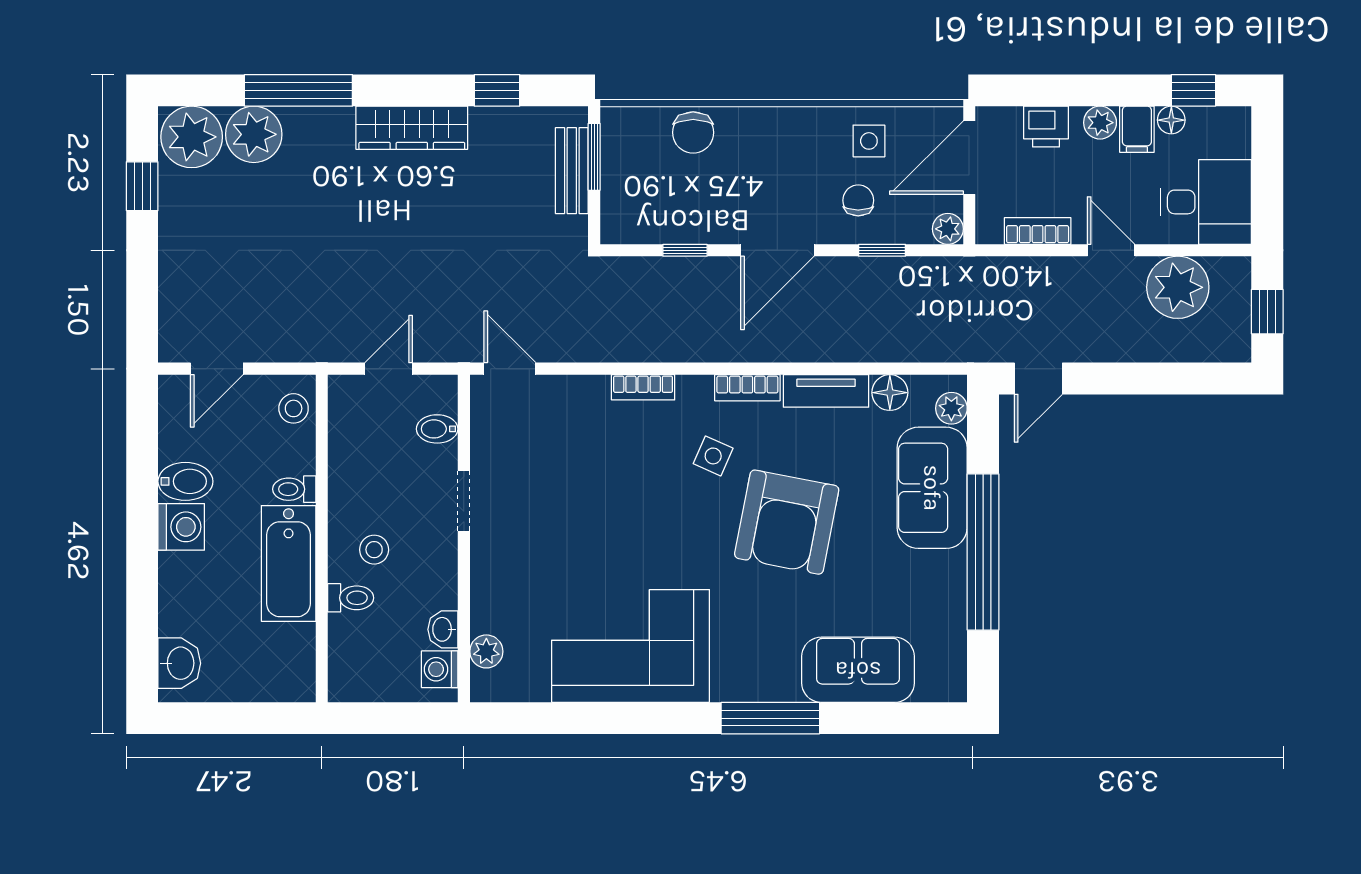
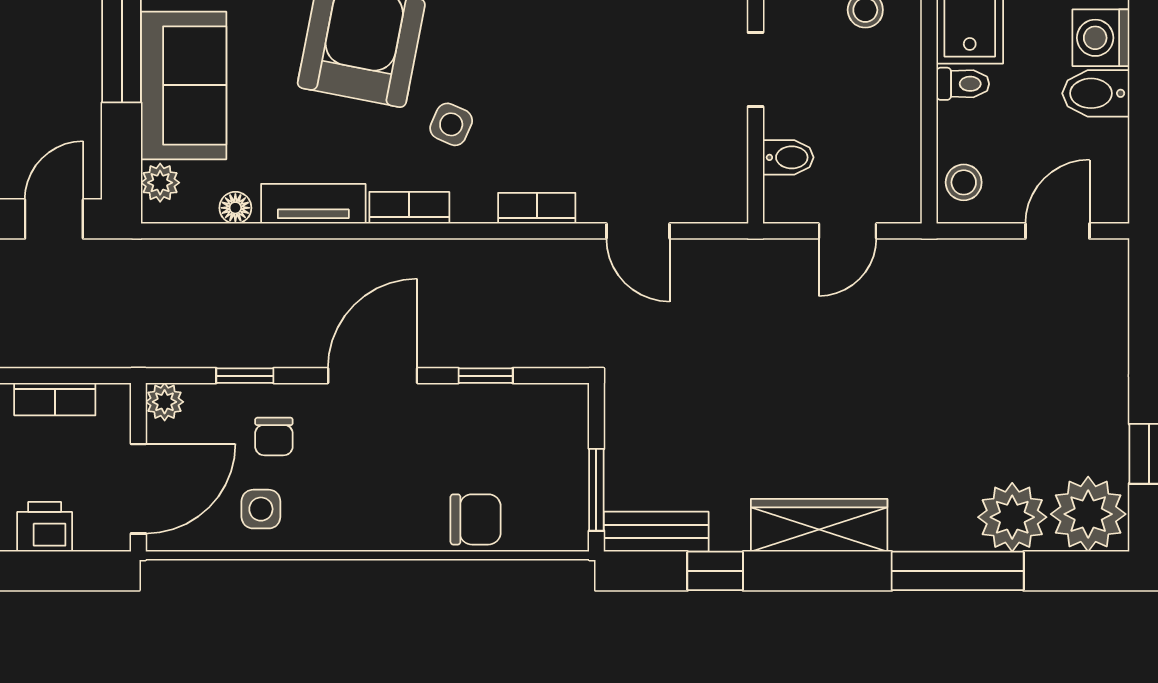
chair: (693, 132) -> (476, 519), turned 90
bench: (572, 171) -> (656, 532), moved, turned 90
door: (510, 369) -> (638, 231), moved
floor lamp: (890, 393) -> (235, 208), width x0.73, depth x0.73

